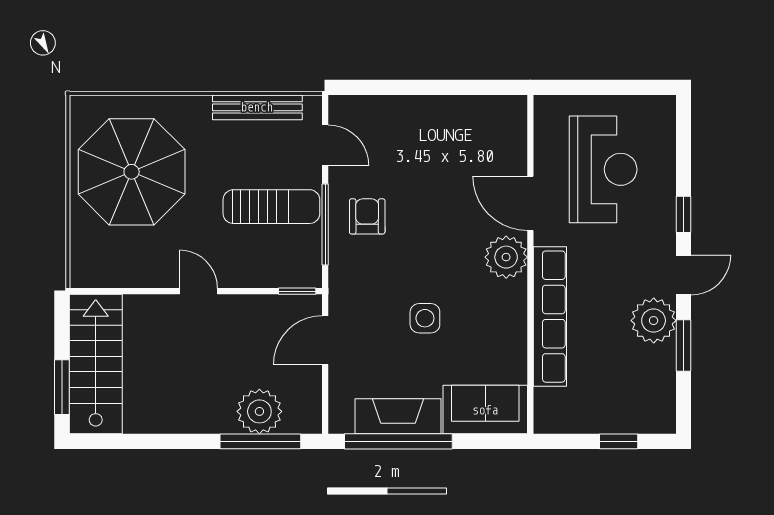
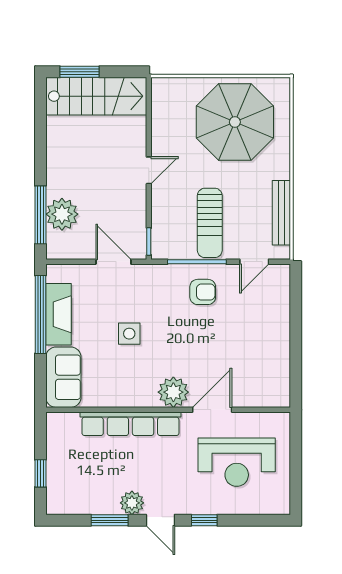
plant: (654, 321) -> (132, 503), width x0.73, depth x0.73

